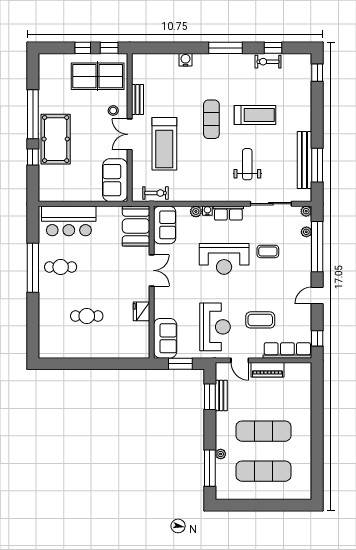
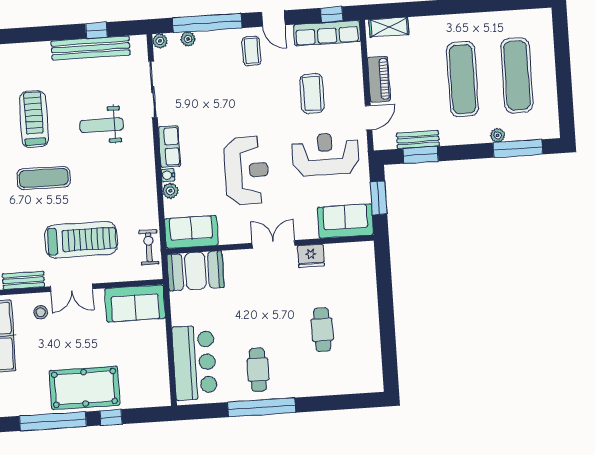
window: (317, 165) -> (96, 30), width x0.46
coffee table: (268, 251) -> (251, 51), moved
reception desk: (224, 259) -> (246, 170), moved
double door: (152, 270) -> (273, 244), moved
row of seats: (287, 350) -> (327, 33), moved, turned -90
shelving: (305, 380) -> (389, 27), added

